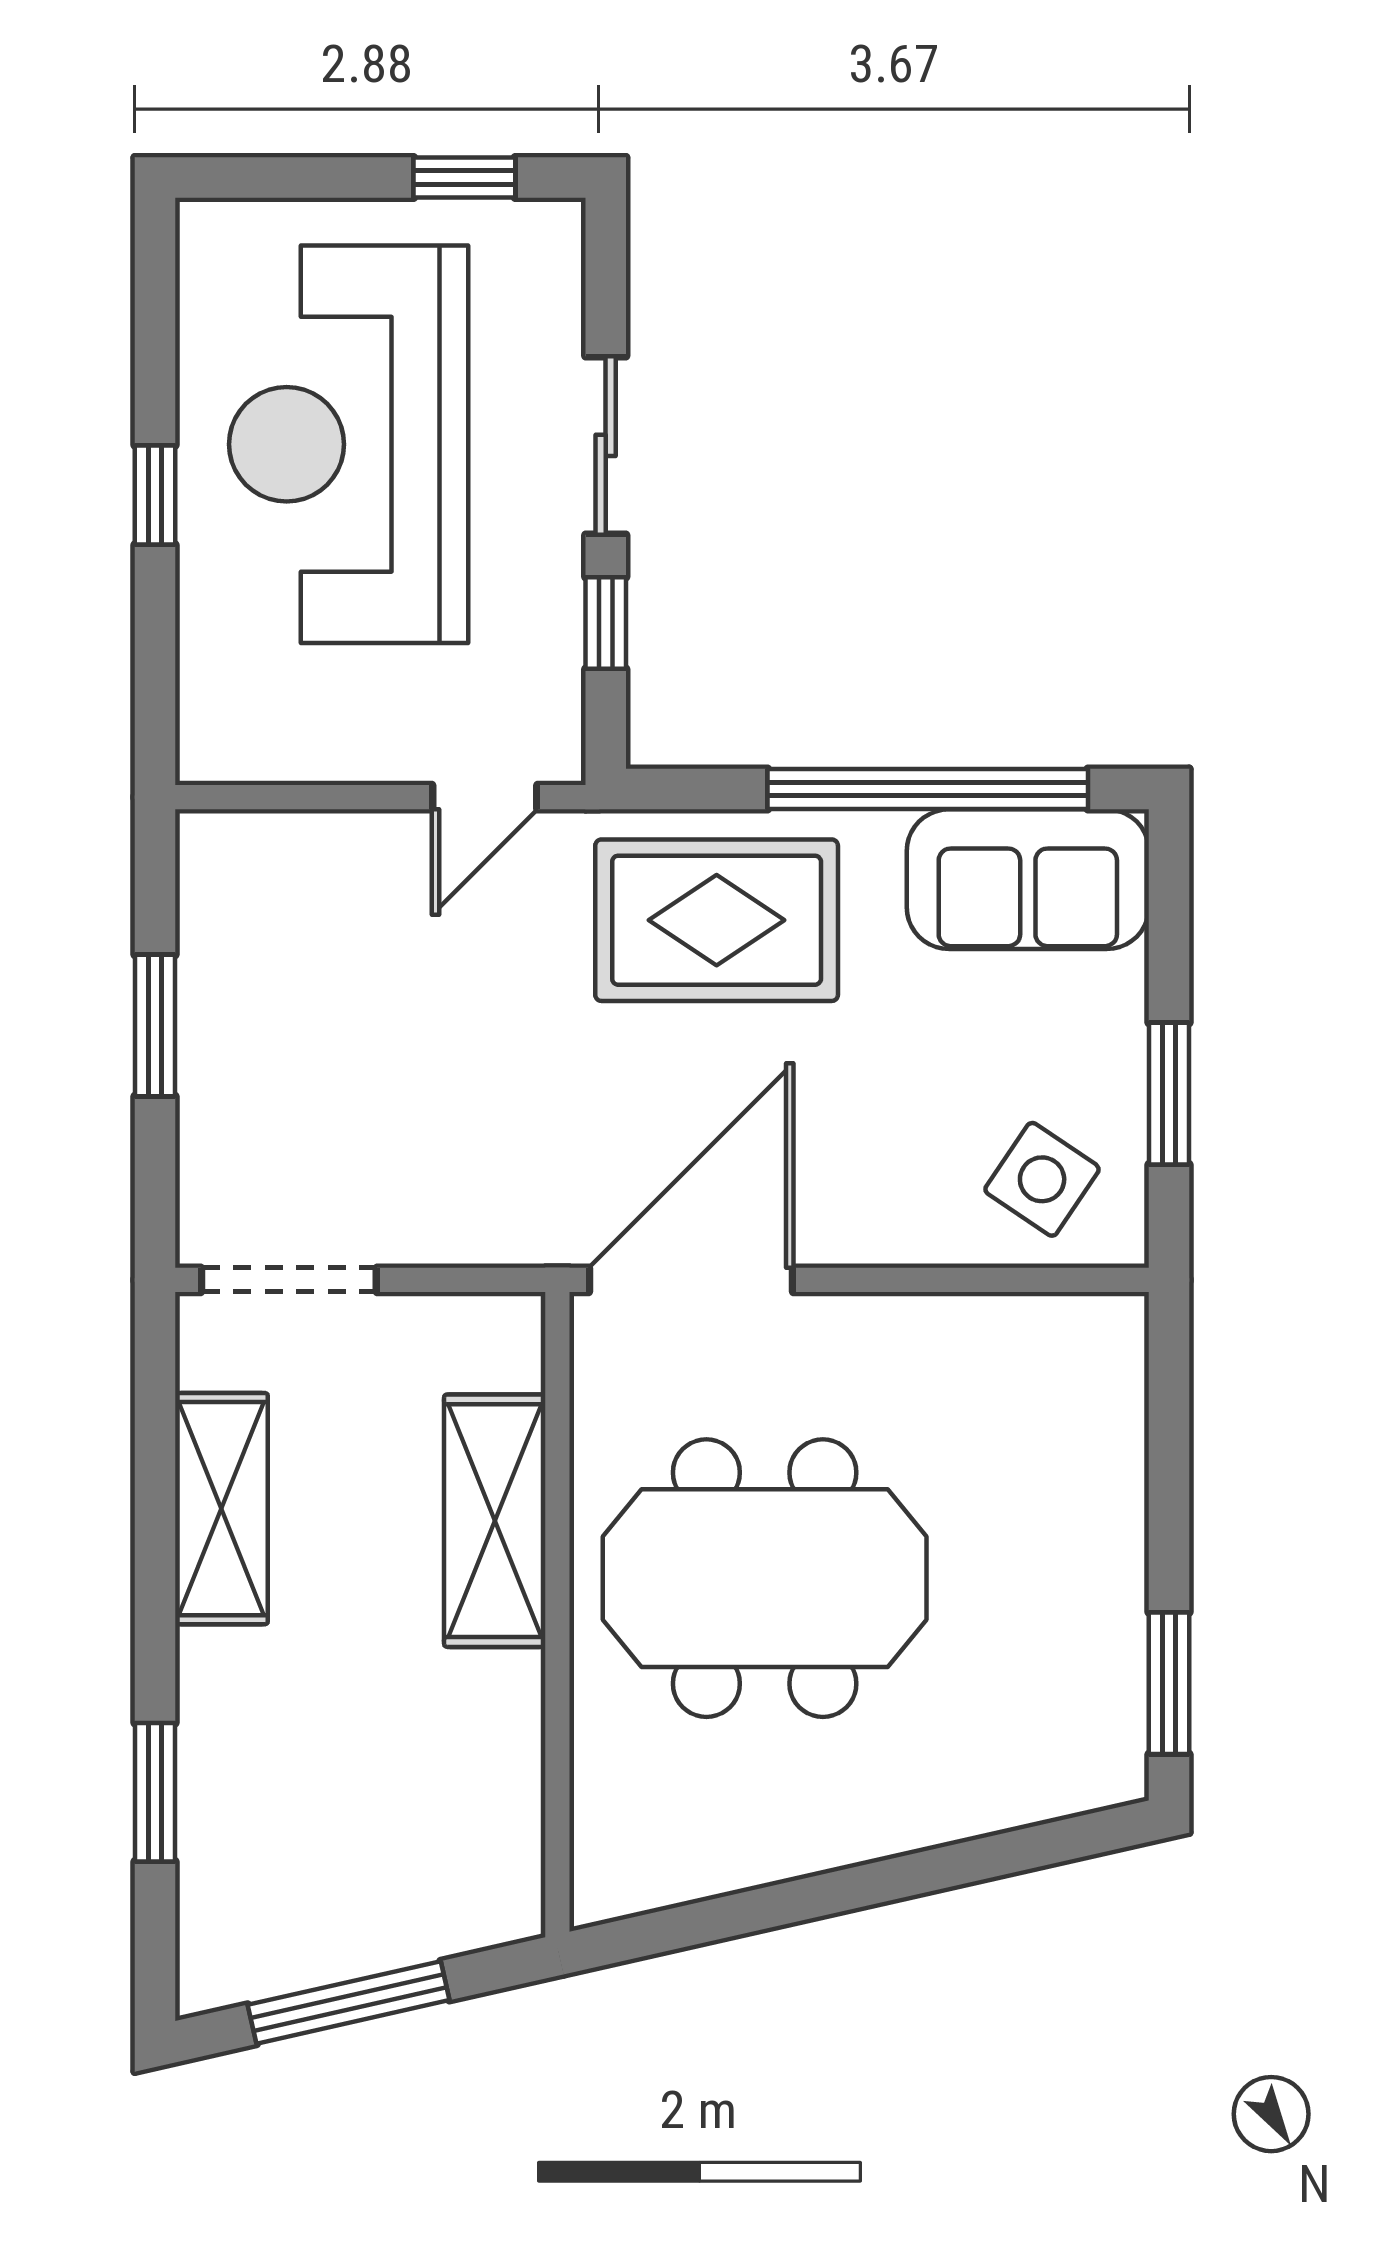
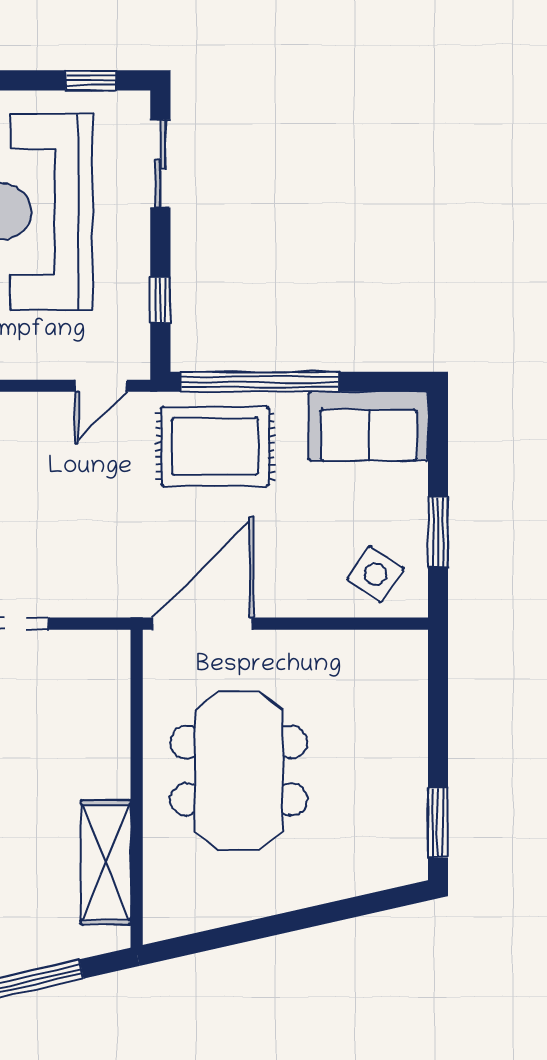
sliding door: (606, 445) -> (160, 164), moved
window: (928, 789) -> (259, 382), moved
shelving: (495, 1521) -> (106, 862), moved
meeting table: (765, 1578) -> (239, 771), turned 90

